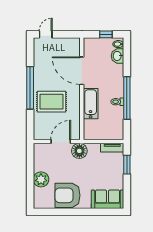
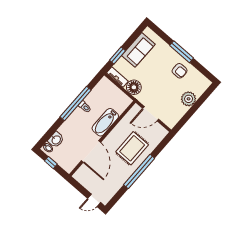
rug: (51, 102) -> (132, 148), turned 90
floor lamp: (79, 151) -> (134, 87), moved
armchair: (67, 195) -> (180, 71), width x0.53, depth x0.53
sofa: (107, 199) -> (138, 50), moved, turned -90
window: (79, 212) -> (182, 52), added

